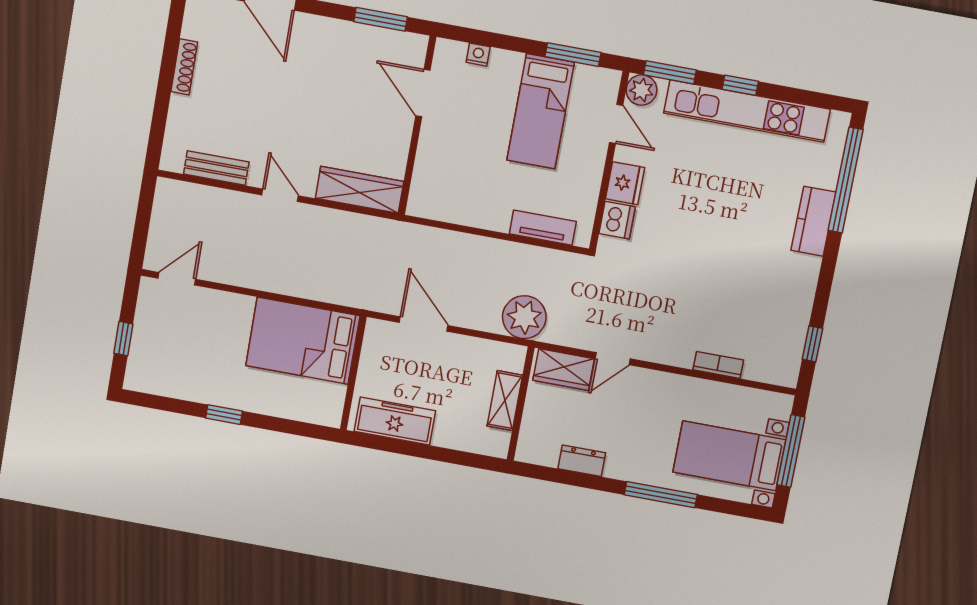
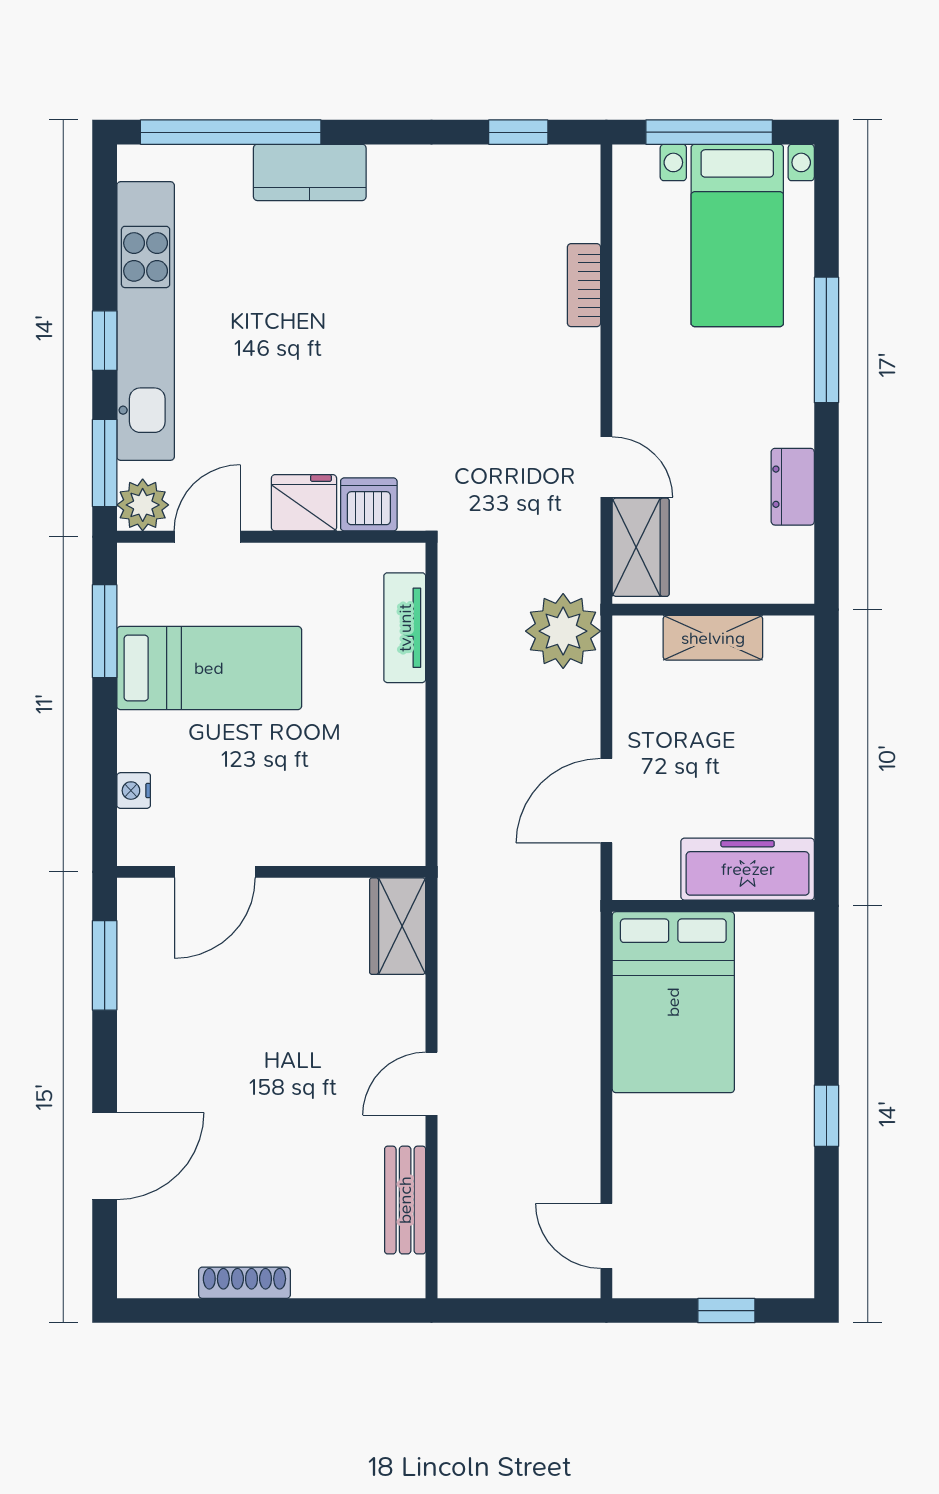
wardrobe: (360, 190) -> (398, 926), width x0.67
freezer: (395, 421) -> (748, 869), moved, turned 90

